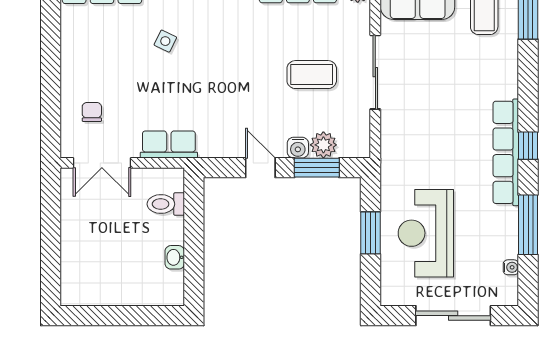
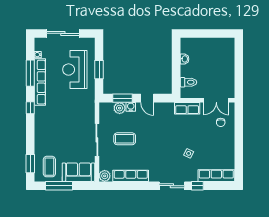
row of seats: (506, 152) -> (40, 82), moved
double door: (102, 163) -> (216, 100), swing flipped
reception desk: (426, 233) -> (75, 70), turned 180

